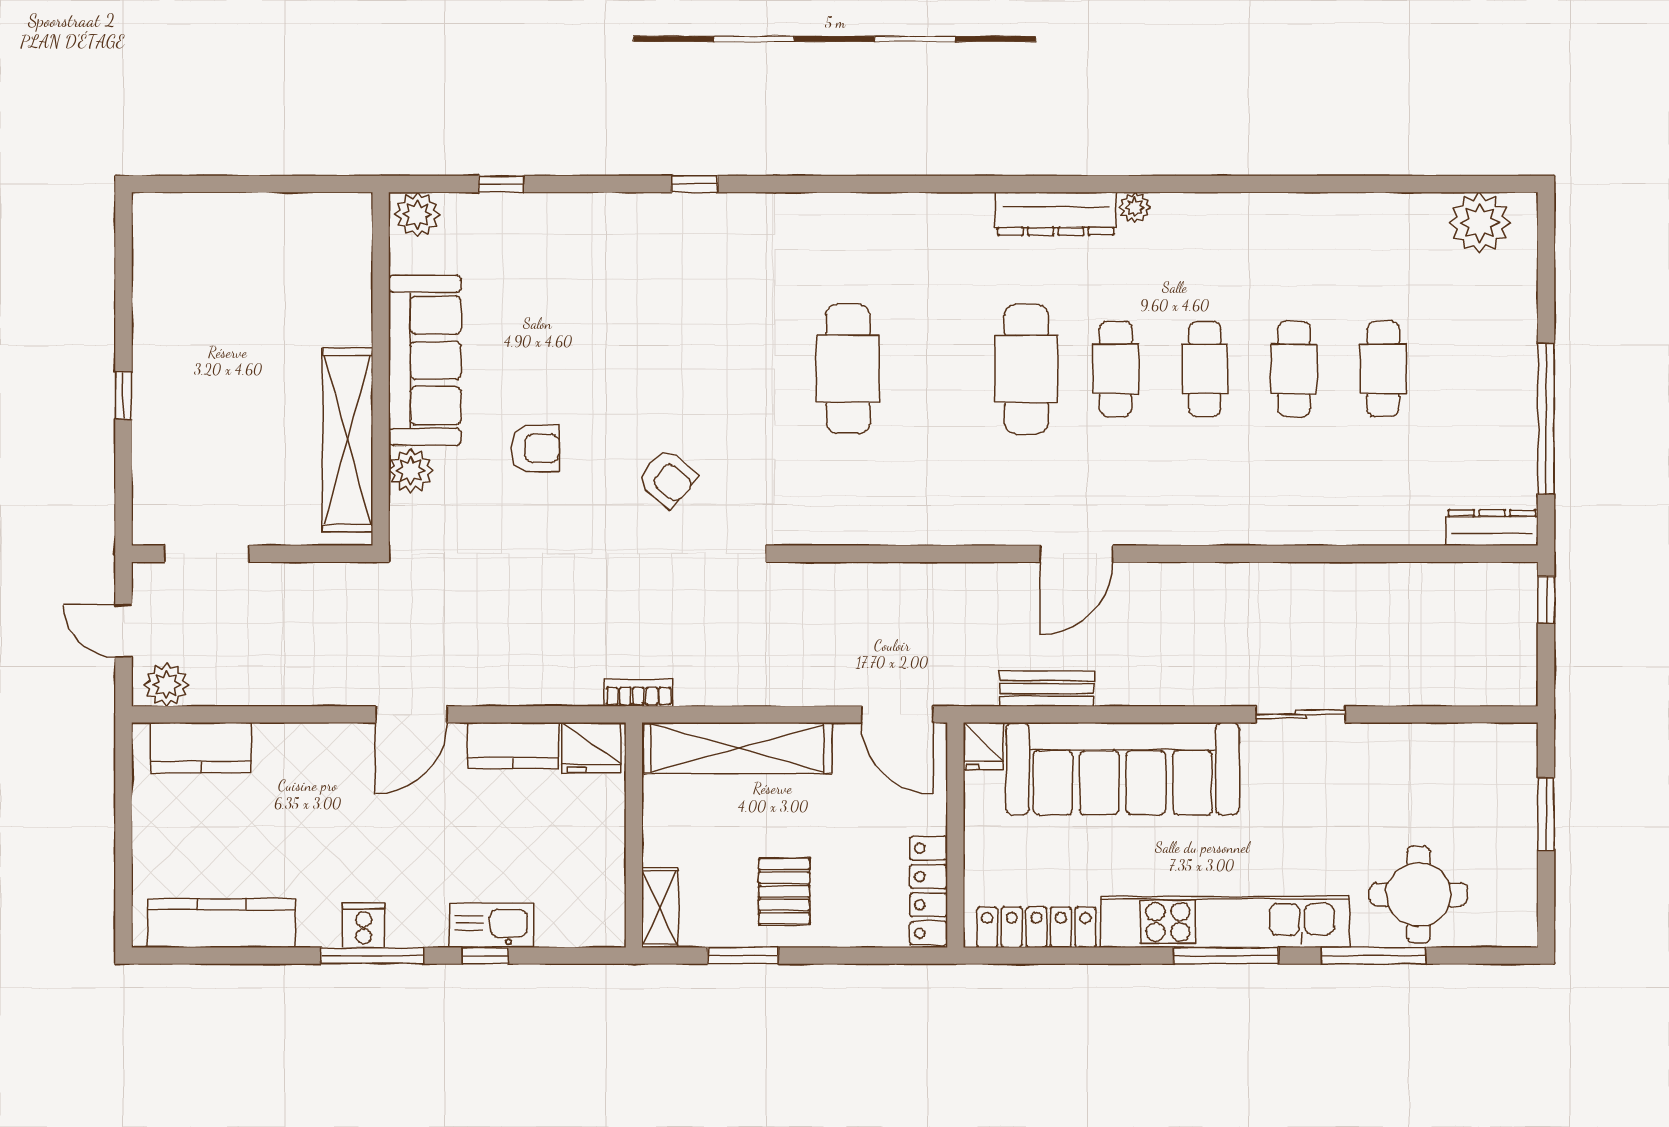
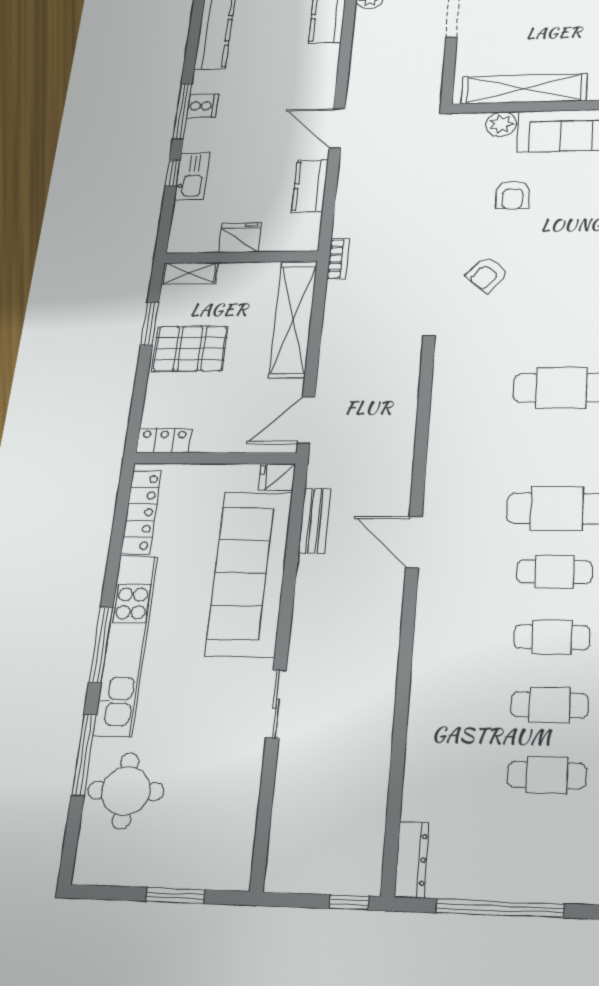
fridge: (591, 748) -> (240, 238), moved, turned 90
pallet: (784, 891) -> (190, 349), width x1.50, depth x1.42
locker: (928, 891) -> (164, 440), width x0.66

